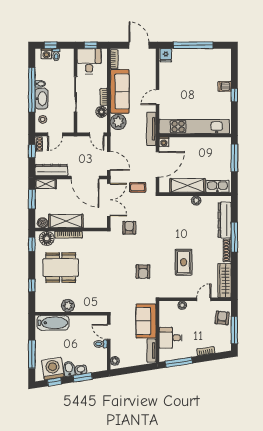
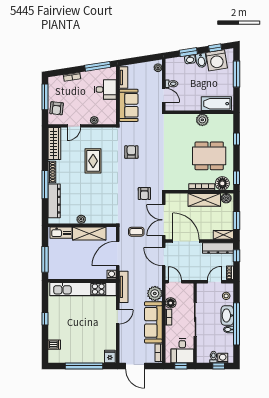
dishwasher: (225, 86) -> (54, 345), moved
window: (32, 151) -> (236, 256), moved

